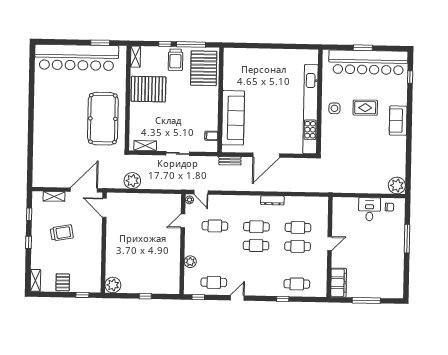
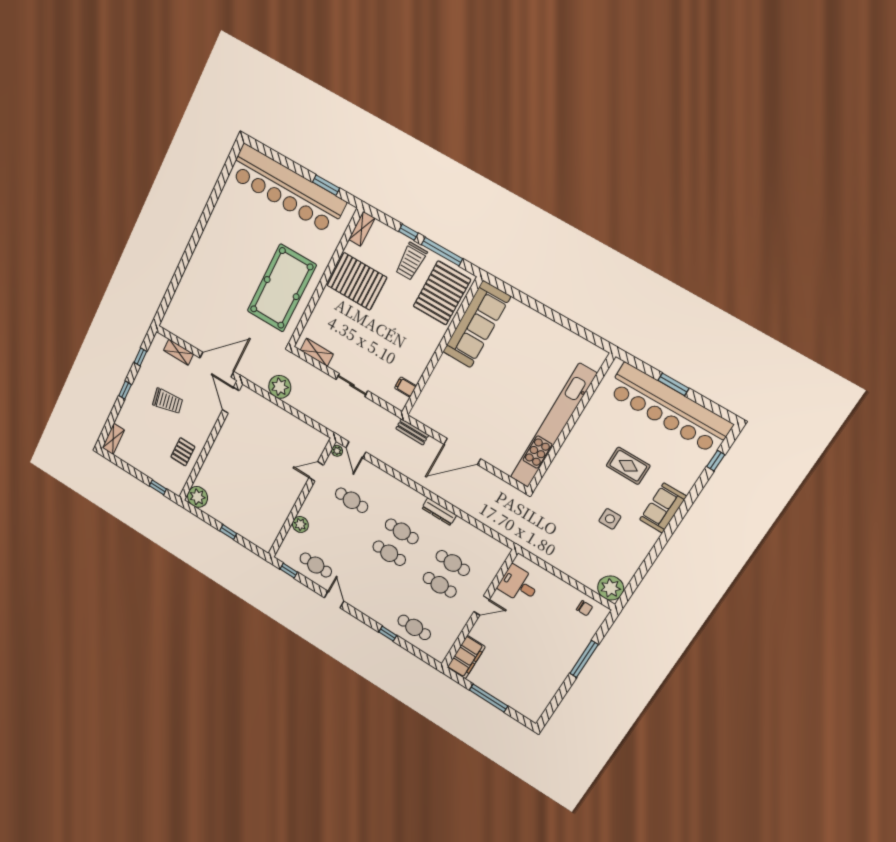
side table: (334, 108) -> (610, 519), moved
sofa: (233, 118) -> (477, 324), moved
desk: (369, 209) -> (519, 585), moved, turned -90
pallet: (63, 282) -> (183, 452), moved
door: (237, 298) -> (334, 600), hinge flipped

